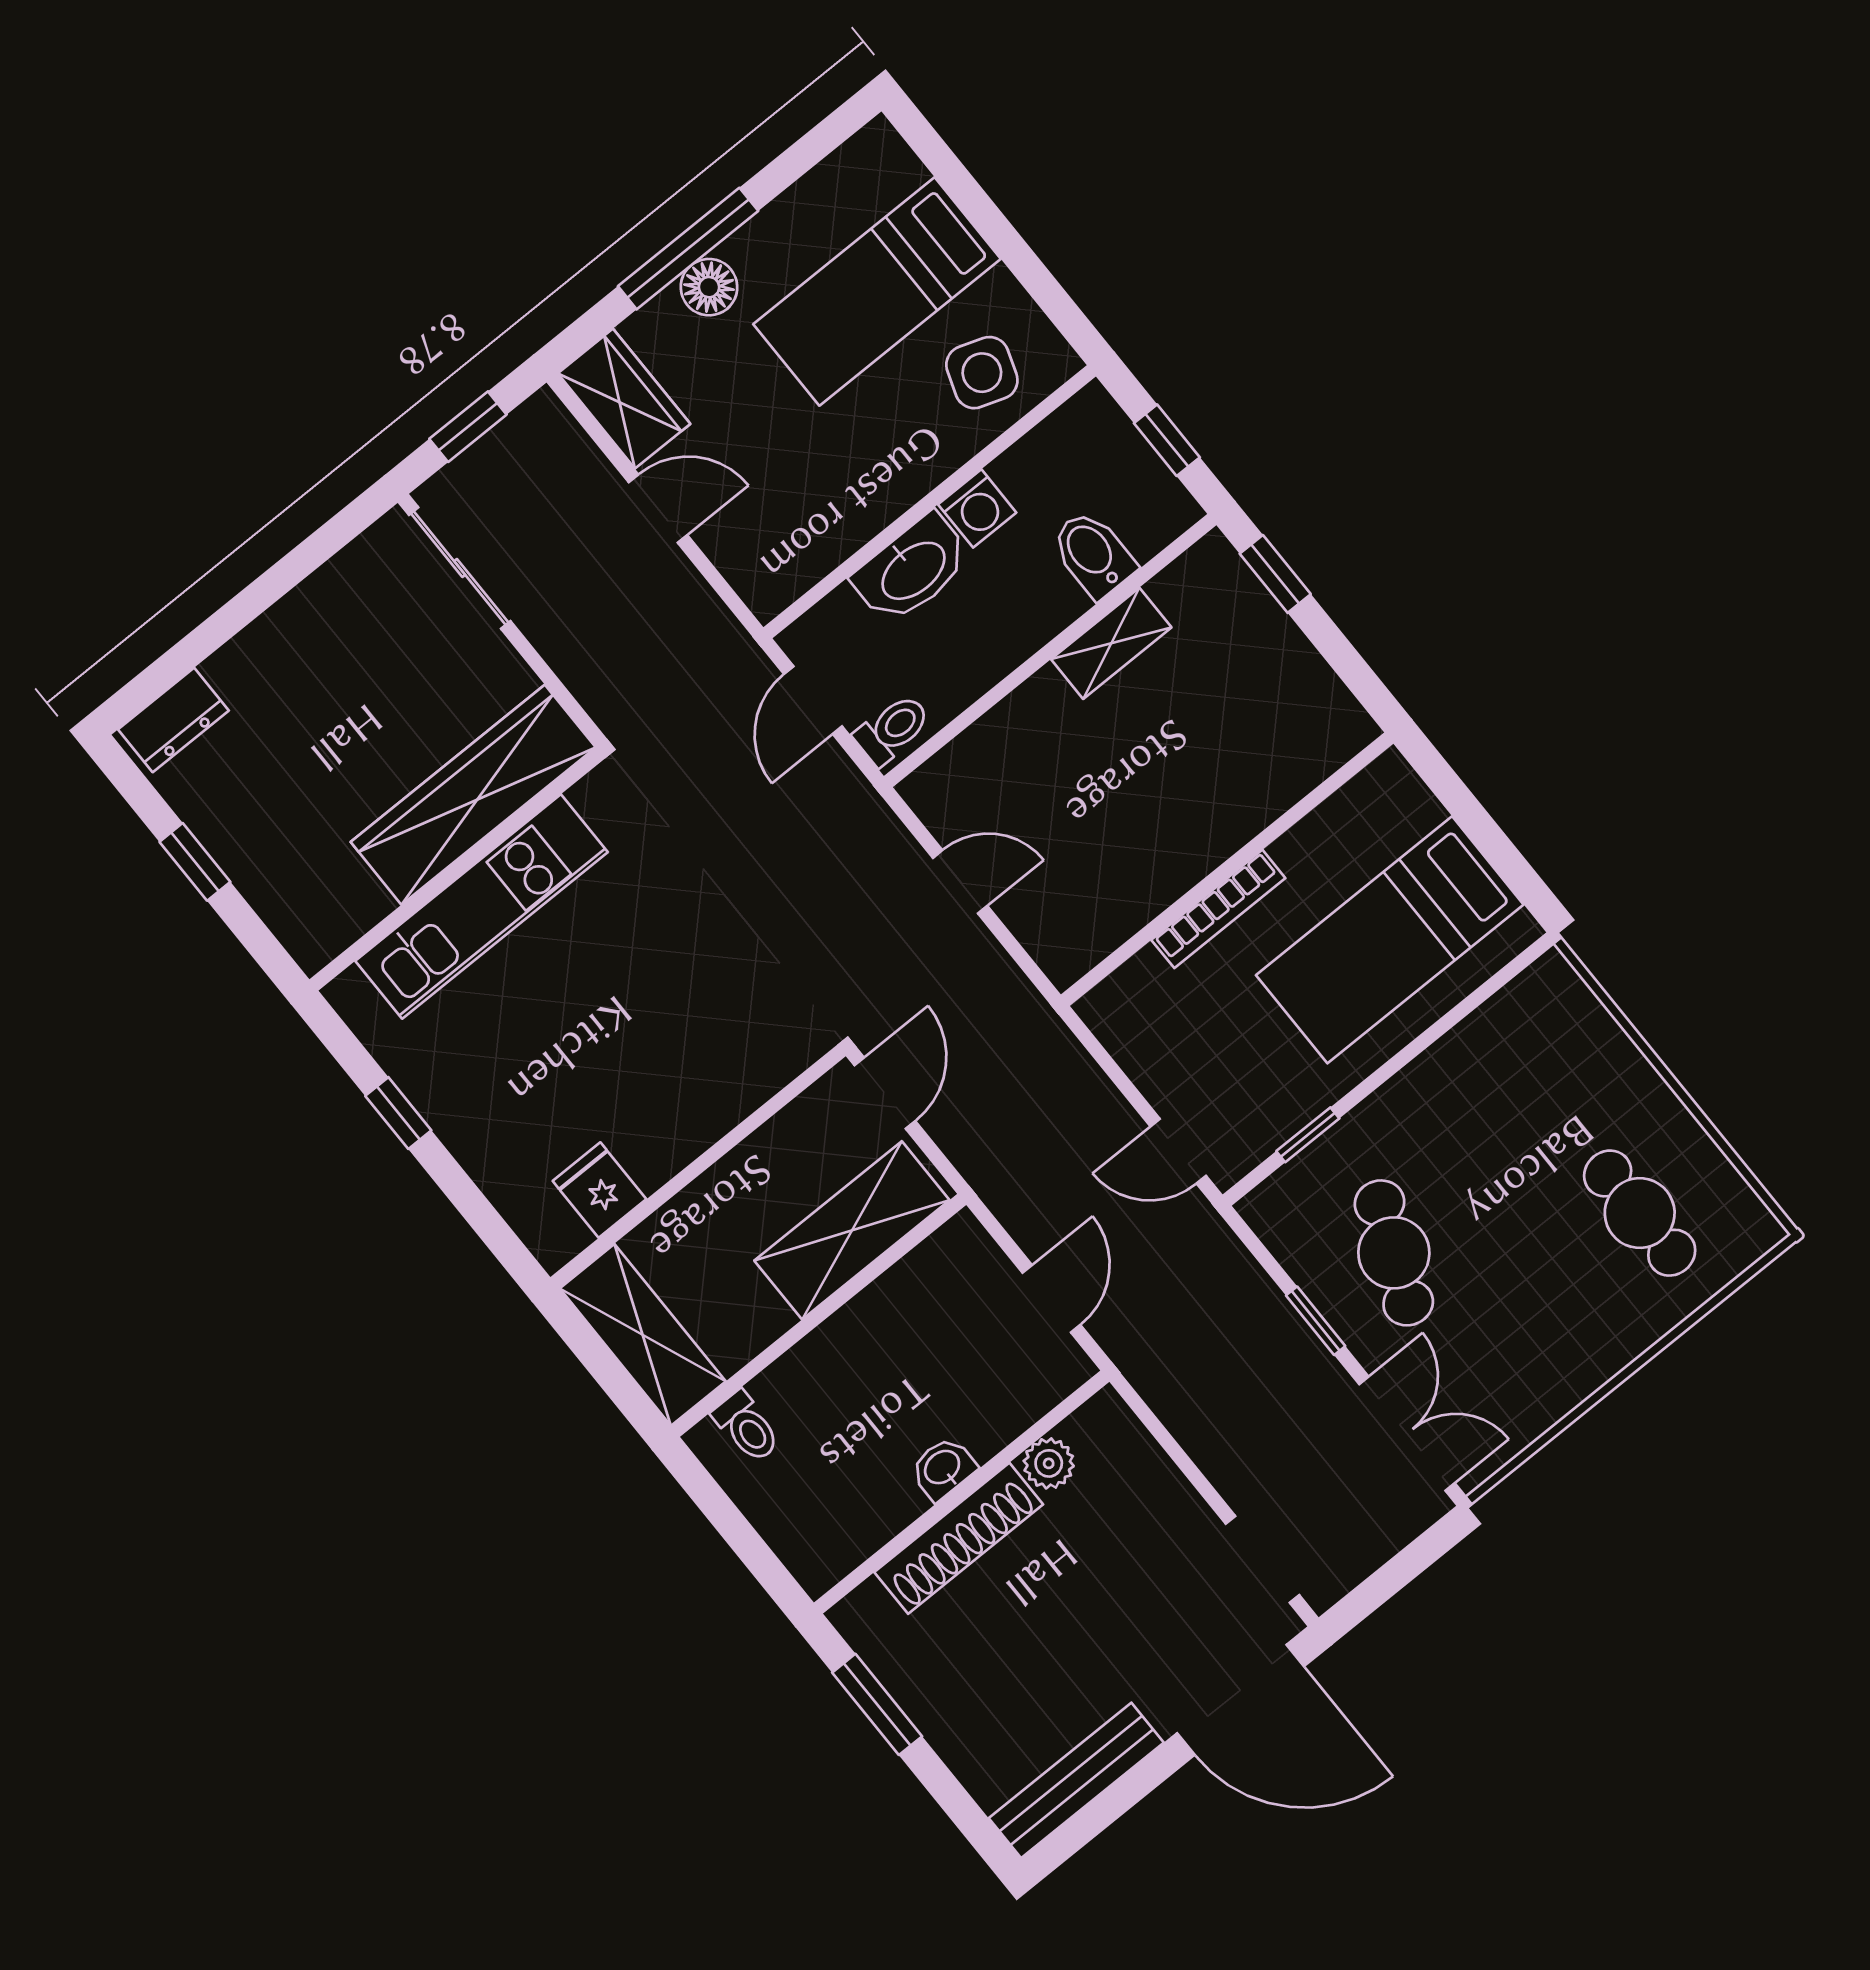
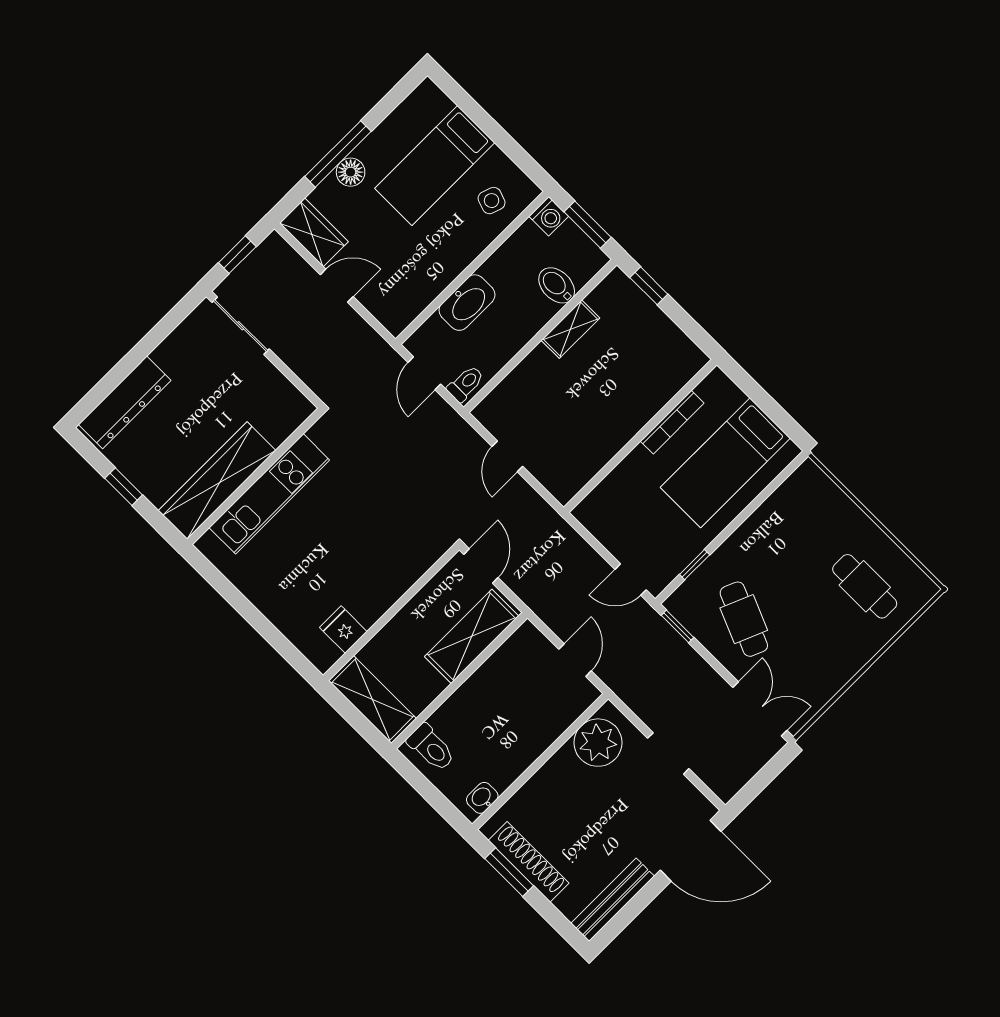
side table: (982, 373) -> (492, 201), width x0.73, depth x0.73
window: (1167, 440) -> (588, 225), width x1.50
washing machine: (977, 508) -> (549, 216), moved
dresser: (173, 720) -> (125, 402), width x1.96, depth x1.24
wardrobe: (473, 795) -> (217, 481), moved
door: (960, 882) -> (507, 456), swing flipped
bookcase: (1218, 909) -> (672, 422), moved
window: (398, 1113) -> (239, 602), removed
window: (1316, 1321) -> (677, 626), moved
toilet: (747, 1427) -> (431, 748), width x1.37, depth x1.39
plant: (1049, 1463) -> (598, 743), width x1.88, depth x1.88
washbasin: (943, 1468) -> (482, 798), moved
shoe rack: (959, 1538) -> (529, 862), moved, turned -90
doorway: (1262, 1559) -> (668, 753), moved

